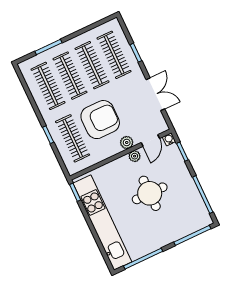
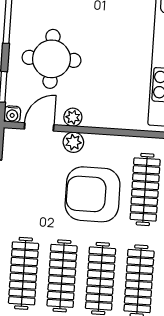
round table: (150, 193) -> (52, 59), moved

